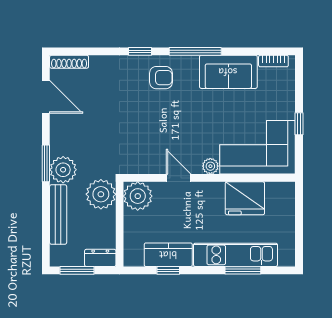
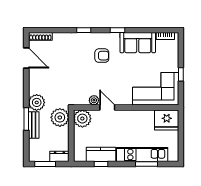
window: (195, 51) -> (117, 30), width x0.46
armchair: (161, 78) -> (102, 56), moved
window: (46, 163) -> (26, 119), moved
plant: (210, 166) -> (94, 100), moved
fridge: (245, 198) -> (167, 120), moved
bench: (58, 215) -> (34, 125), width x0.73

